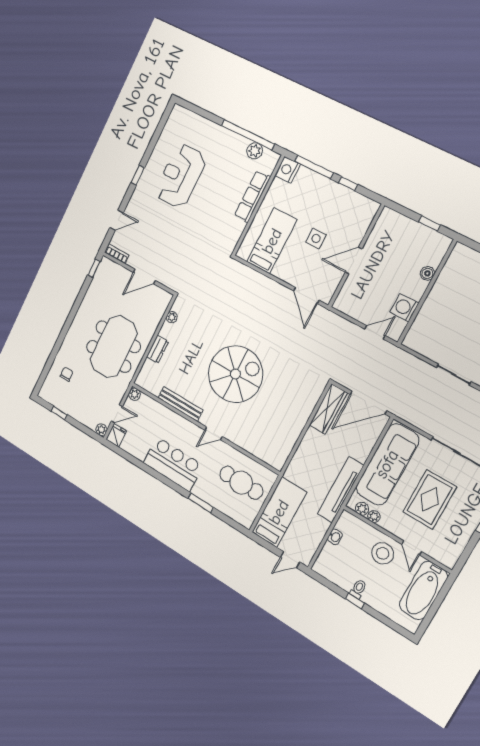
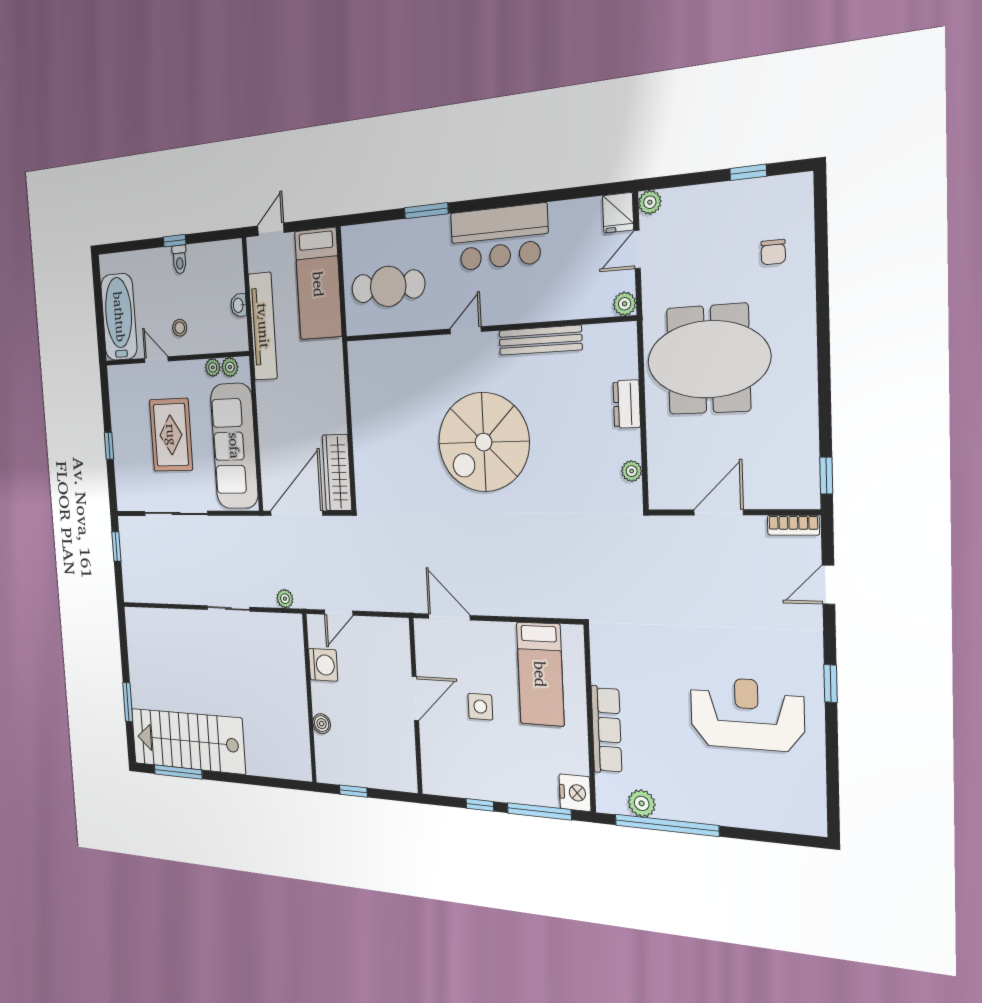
reception desk: (180, 176) -> (747, 714), turned -90
meeting table: (113, 347) -> (708, 359), turned 90
plant: (407, 359) -> (285, 599), added
tv unit: (340, 490) -> (263, 326), moved
stool: (383, 553) -> (180, 328), width x0.53, depth x0.53

